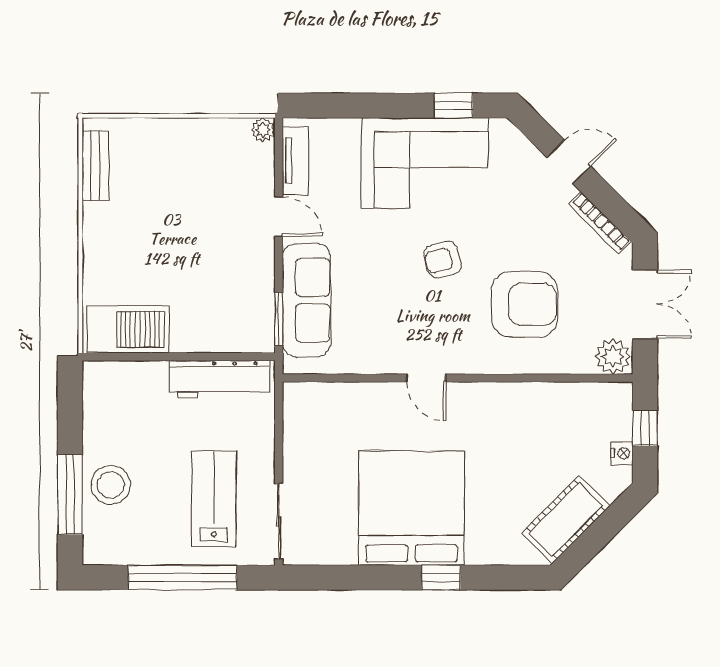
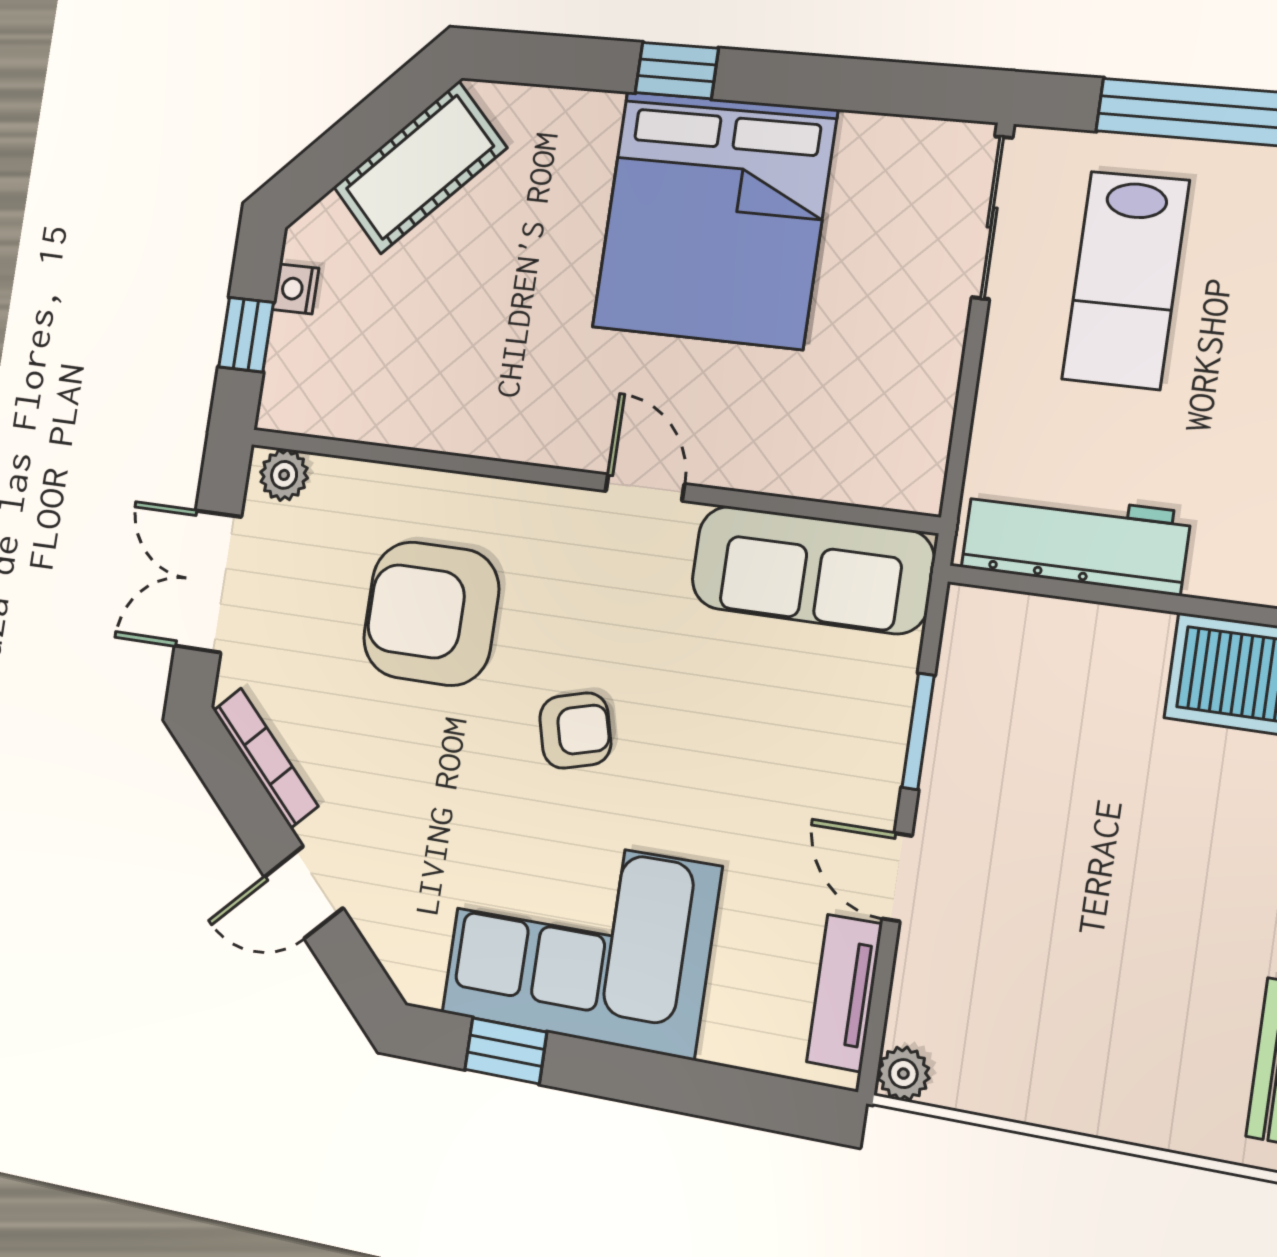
sofa: (307, 300) -> (812, 570), moved, turned -90
window: (279, 319) -> (918, 731), moved
plant: (613, 357) -> (284, 475), width x0.73, depth x0.73

